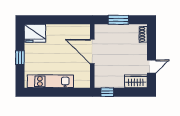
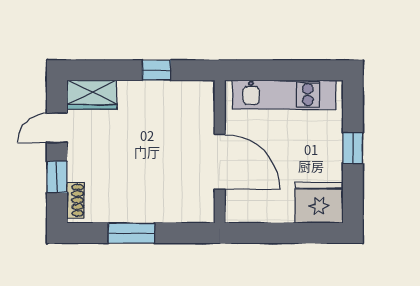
window: (151, 45) -> (57, 177), added
door: (92, 52) -> (220, 162), moved
wall: (92, 56) -> (220, 152), moved

